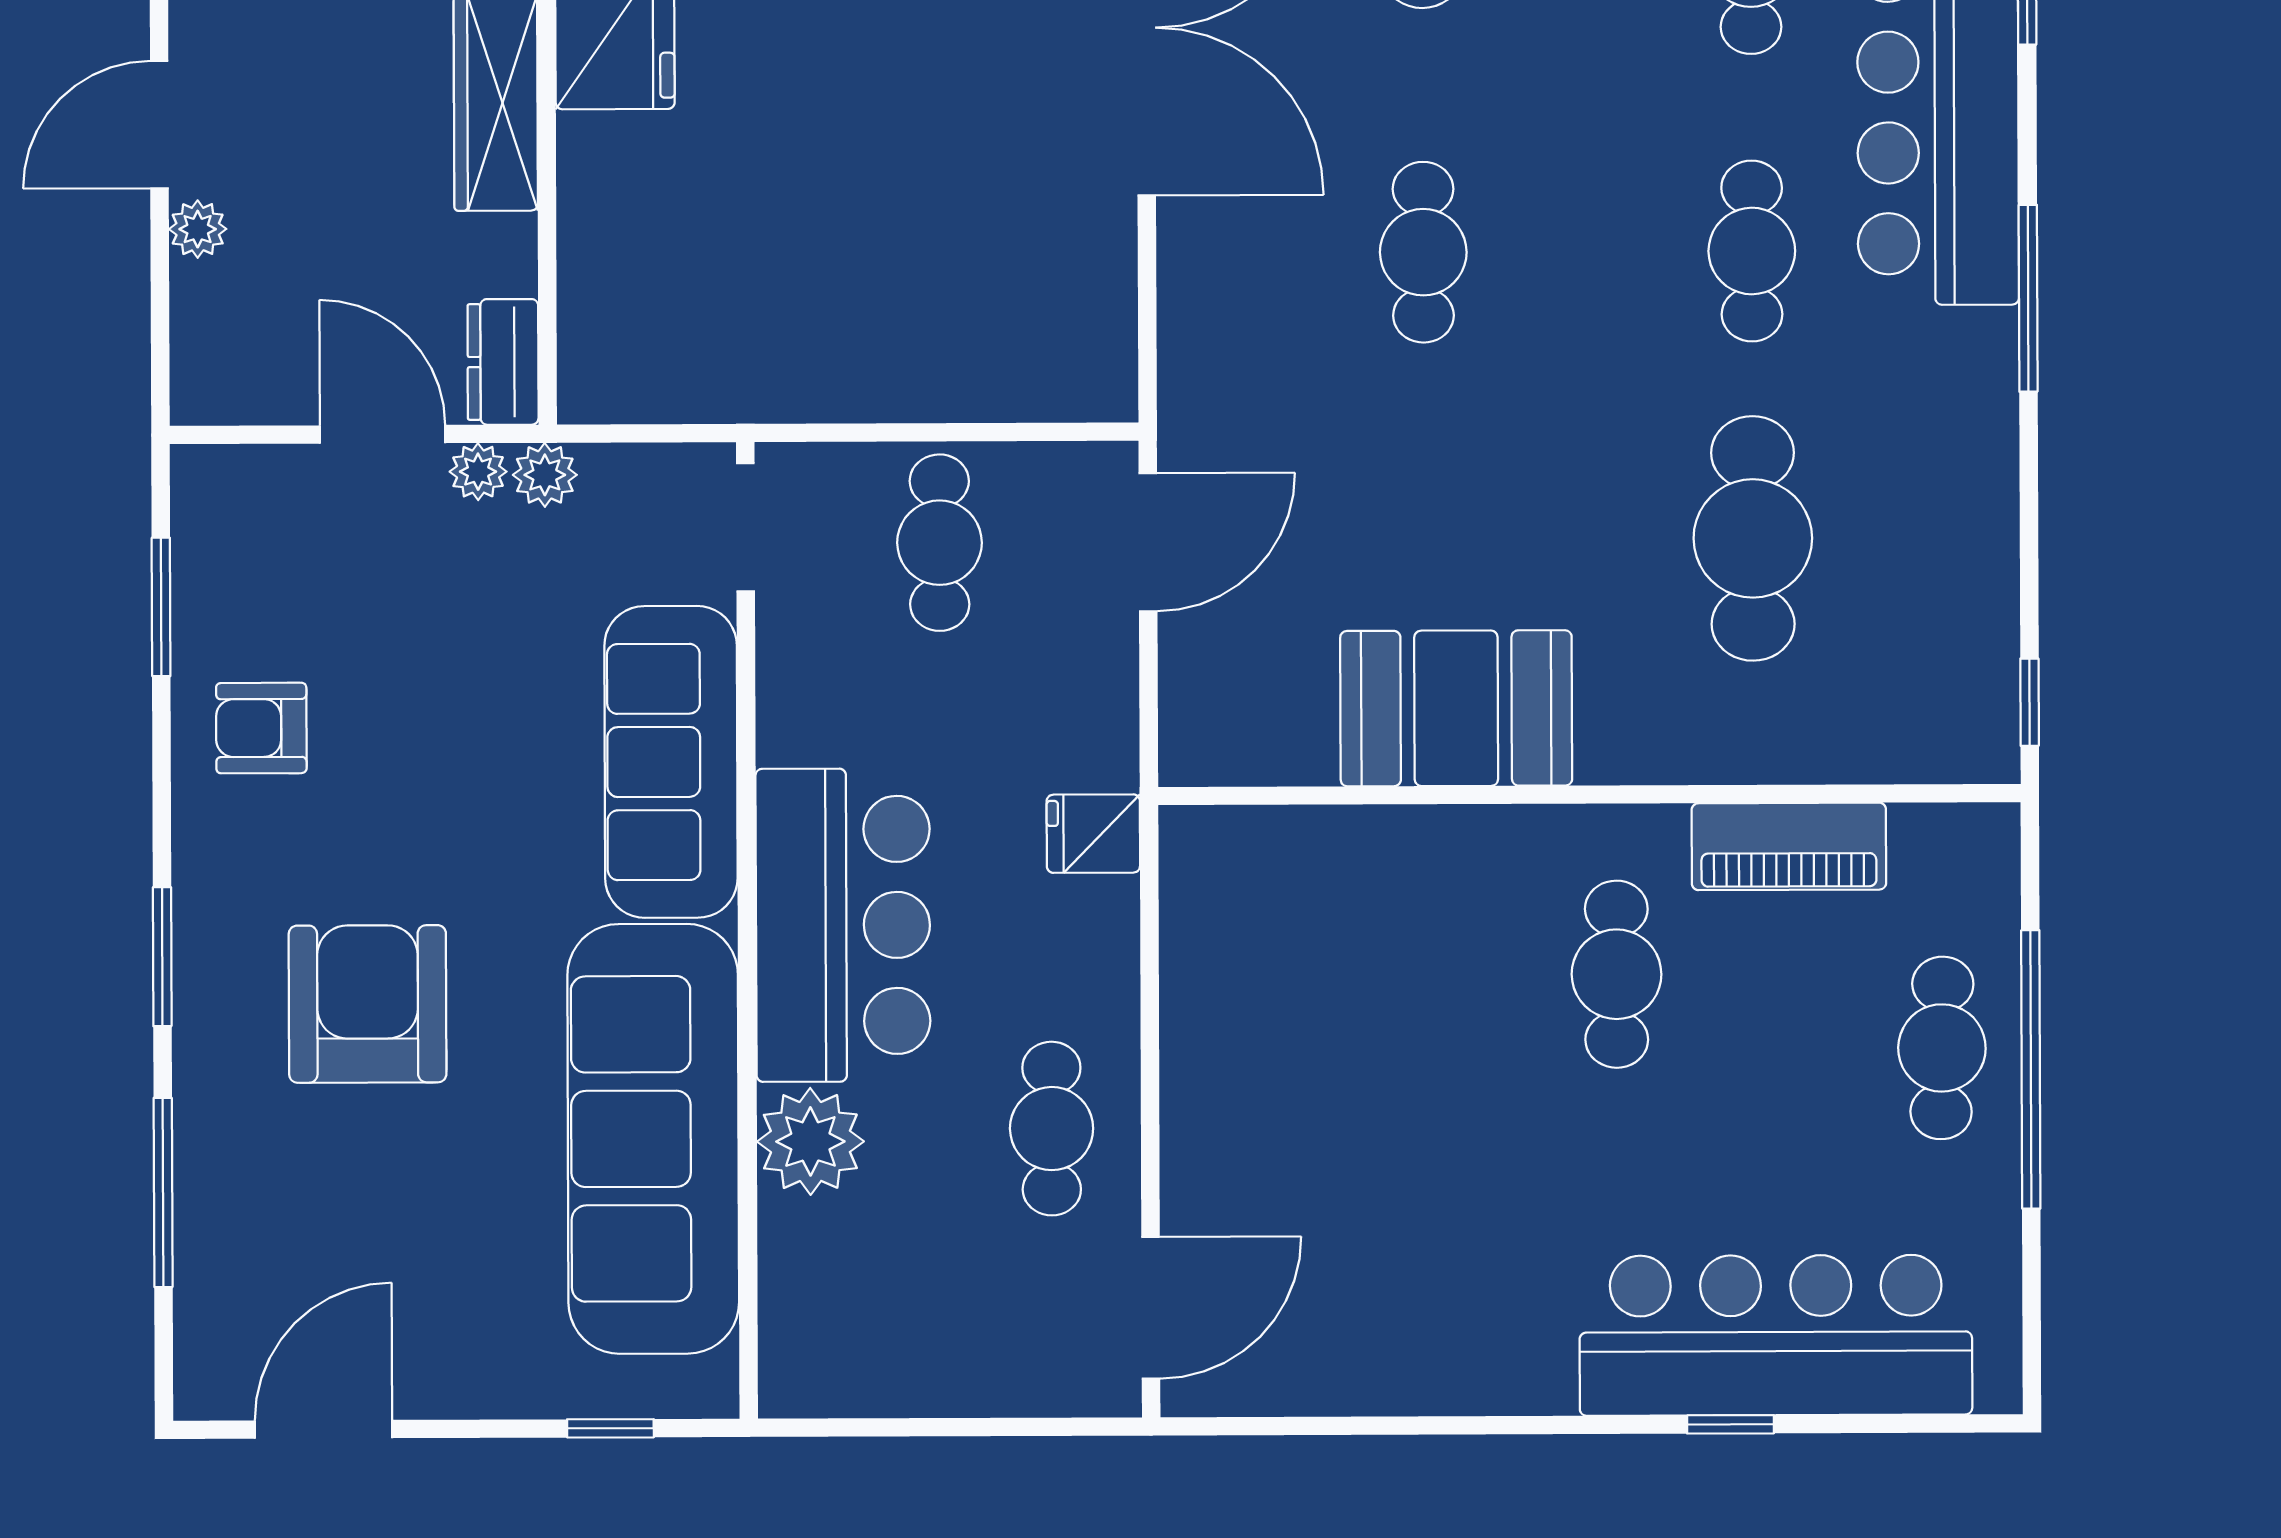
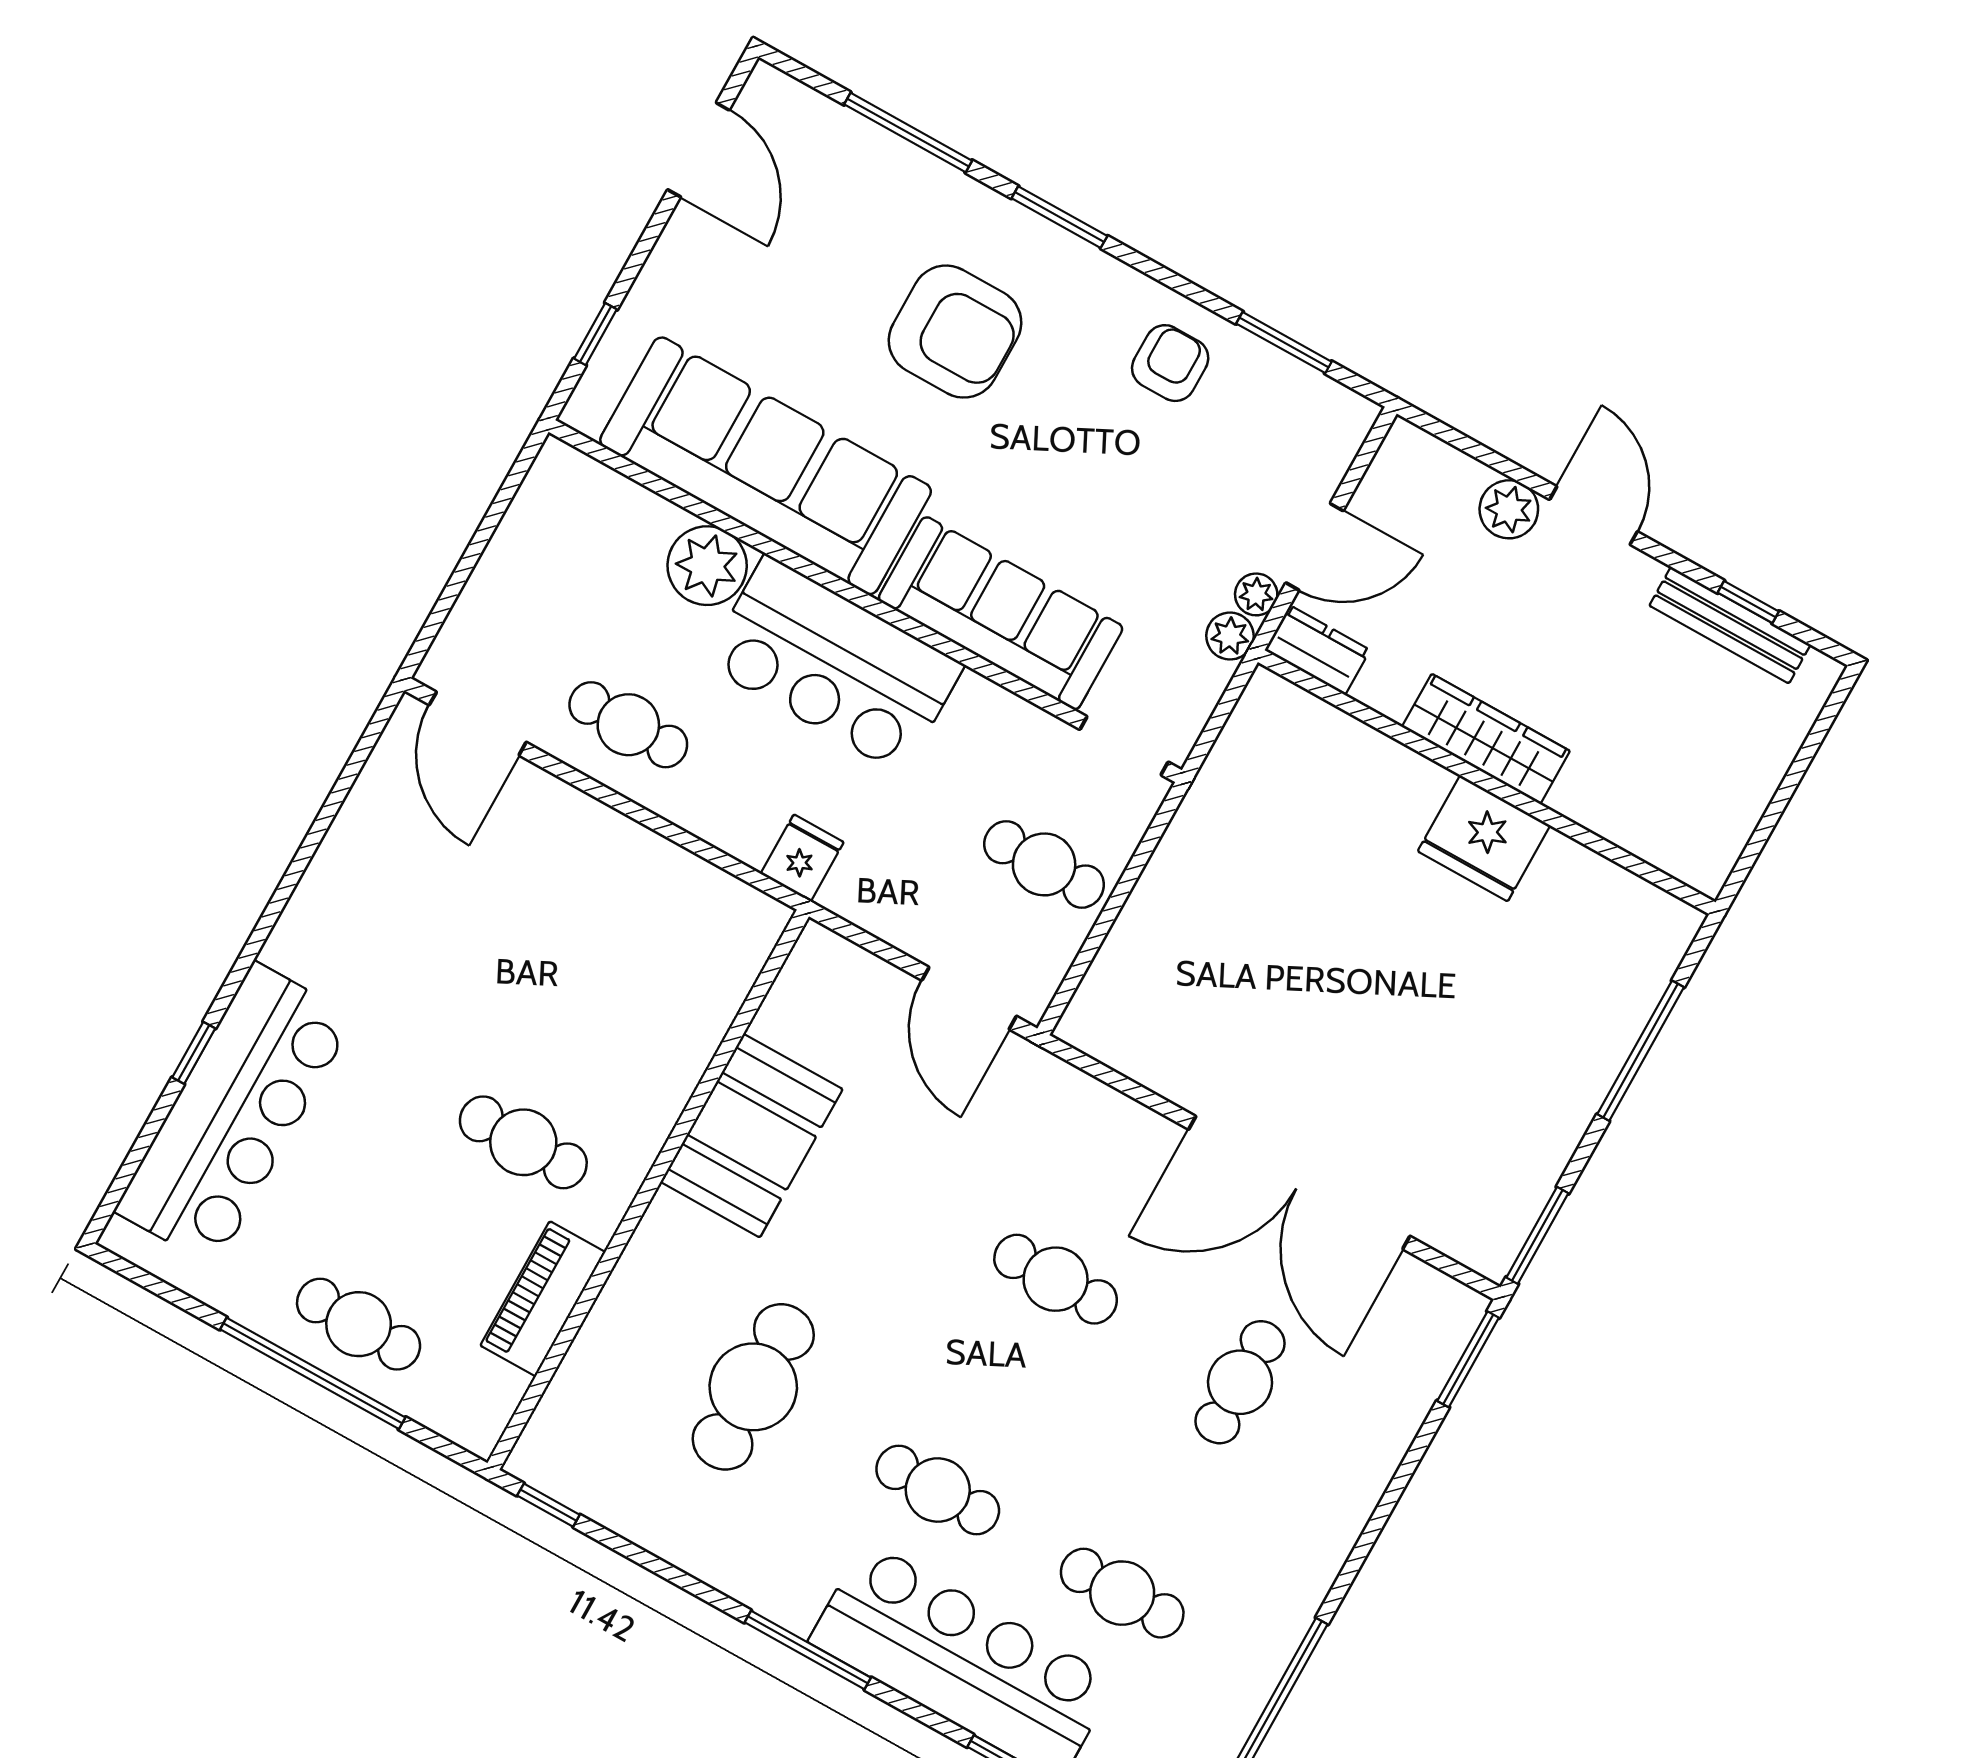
plant: (198, 229) -> (1509, 509), width x1.38, depth x1.38
cafe table: (1753, 538) -> (753, 1387), turned 90

